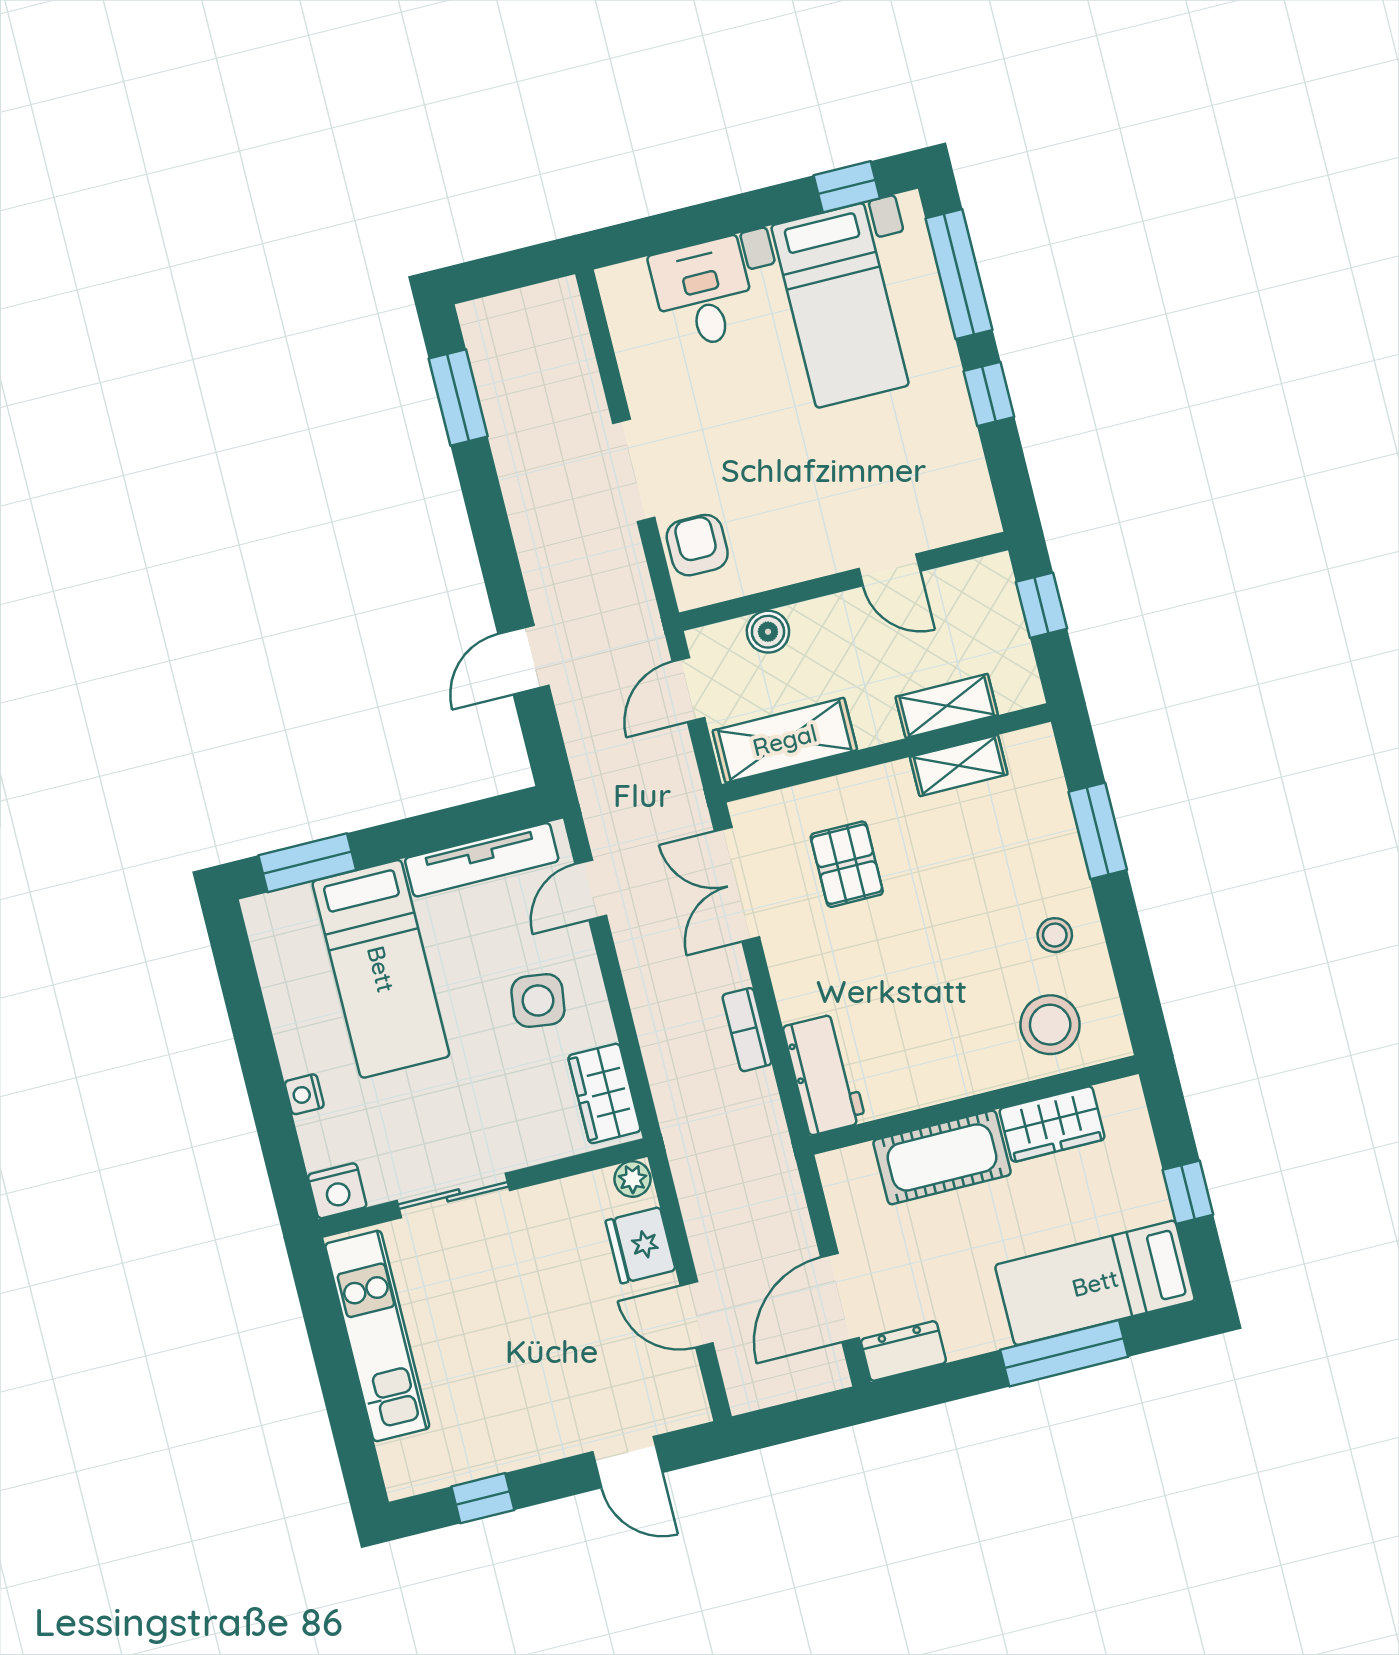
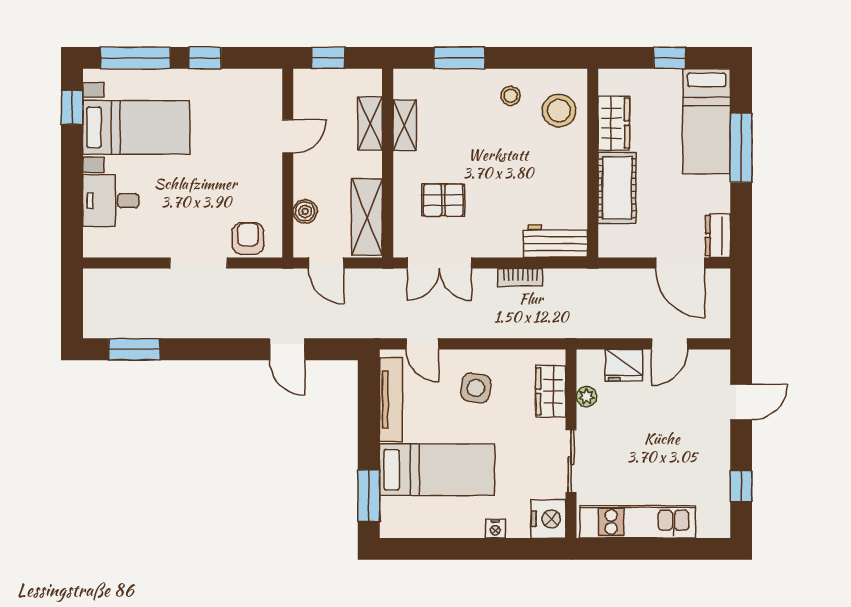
armchair: (697, 545) -> (248, 238), turned 90
wardrobe: (604, 1093) -> (551, 391), moved, turned 90
plant: (633, 1179) -> (587, 397), moved
nightstand: (337, 1191) -> (548, 519), width x1.36, depth x1.33

